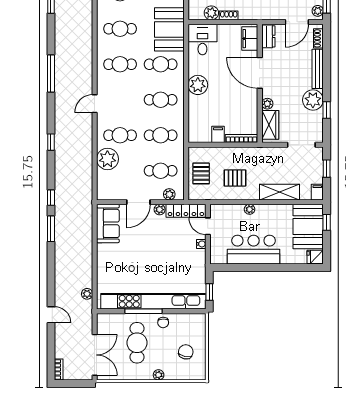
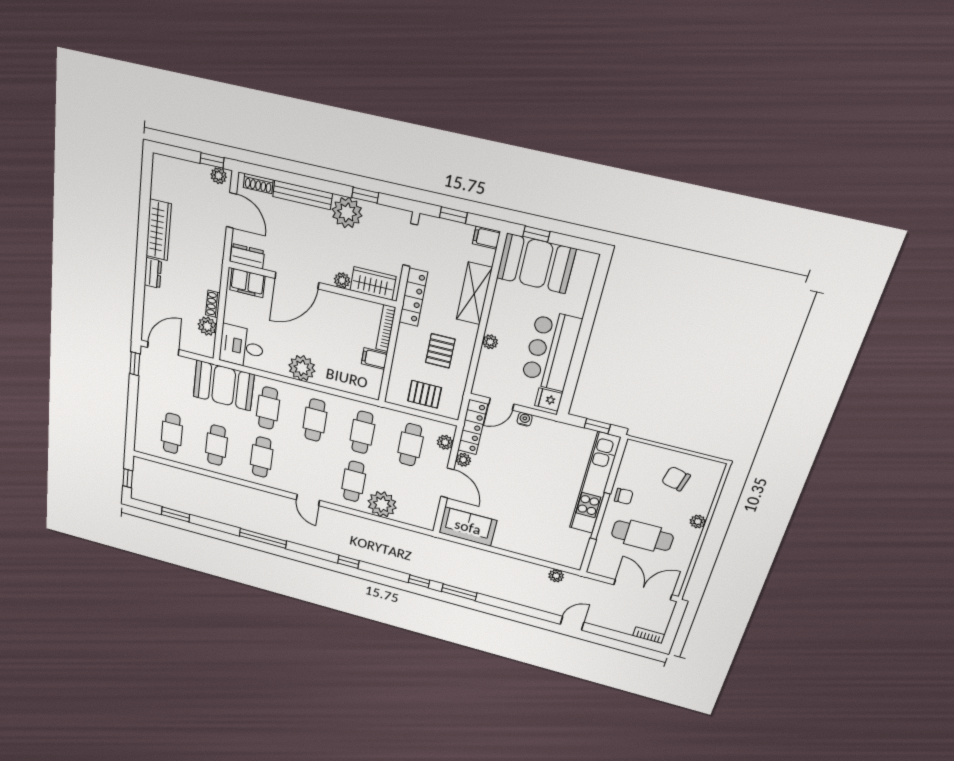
locker: (267, 153) -> (413, 297), added
fridge: (315, 257) -> (549, 400), moved, turned 90
kitchen unit: (153, 301) -> (595, 483), width x0.73

